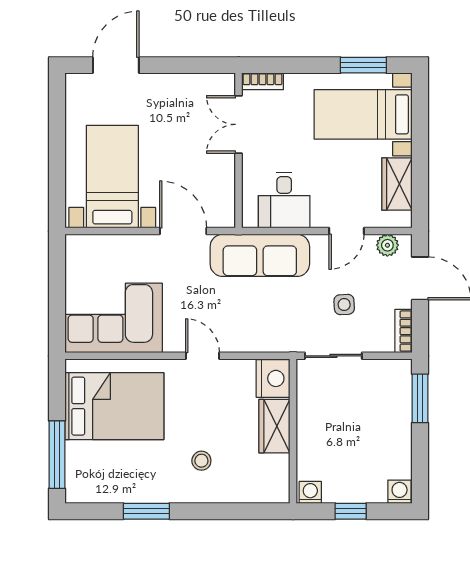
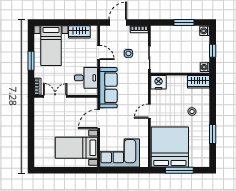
door: (116, 65) -> (31, 146), removed
window: (363, 65) -> (31, 61), moved
double door: (239, 124) -> (55, 96), swing flipped
plant: (387, 245) -> (104, 36), removed
corner sofa: (114, 318) -> (120, 153), moved, turned 90
window: (420, 398) -> (184, 23), moved
bed: (114, 406) -> (170, 147), width x1.36
wardrobe: (274, 426) -> (199, 82), moved
window: (57, 455) -> (179, 170), moved

